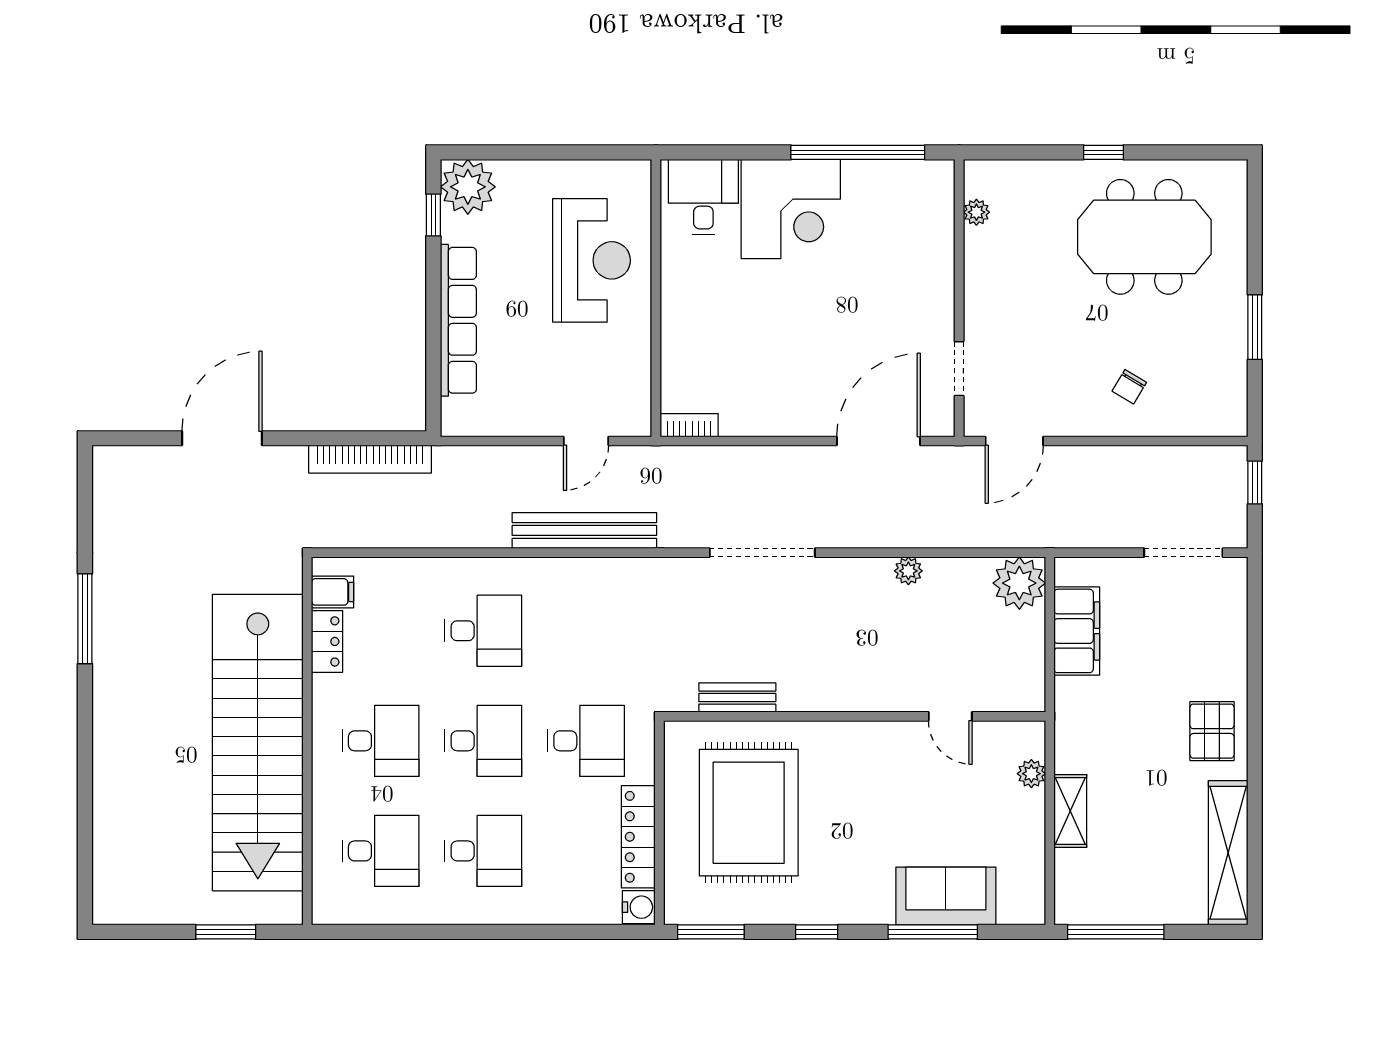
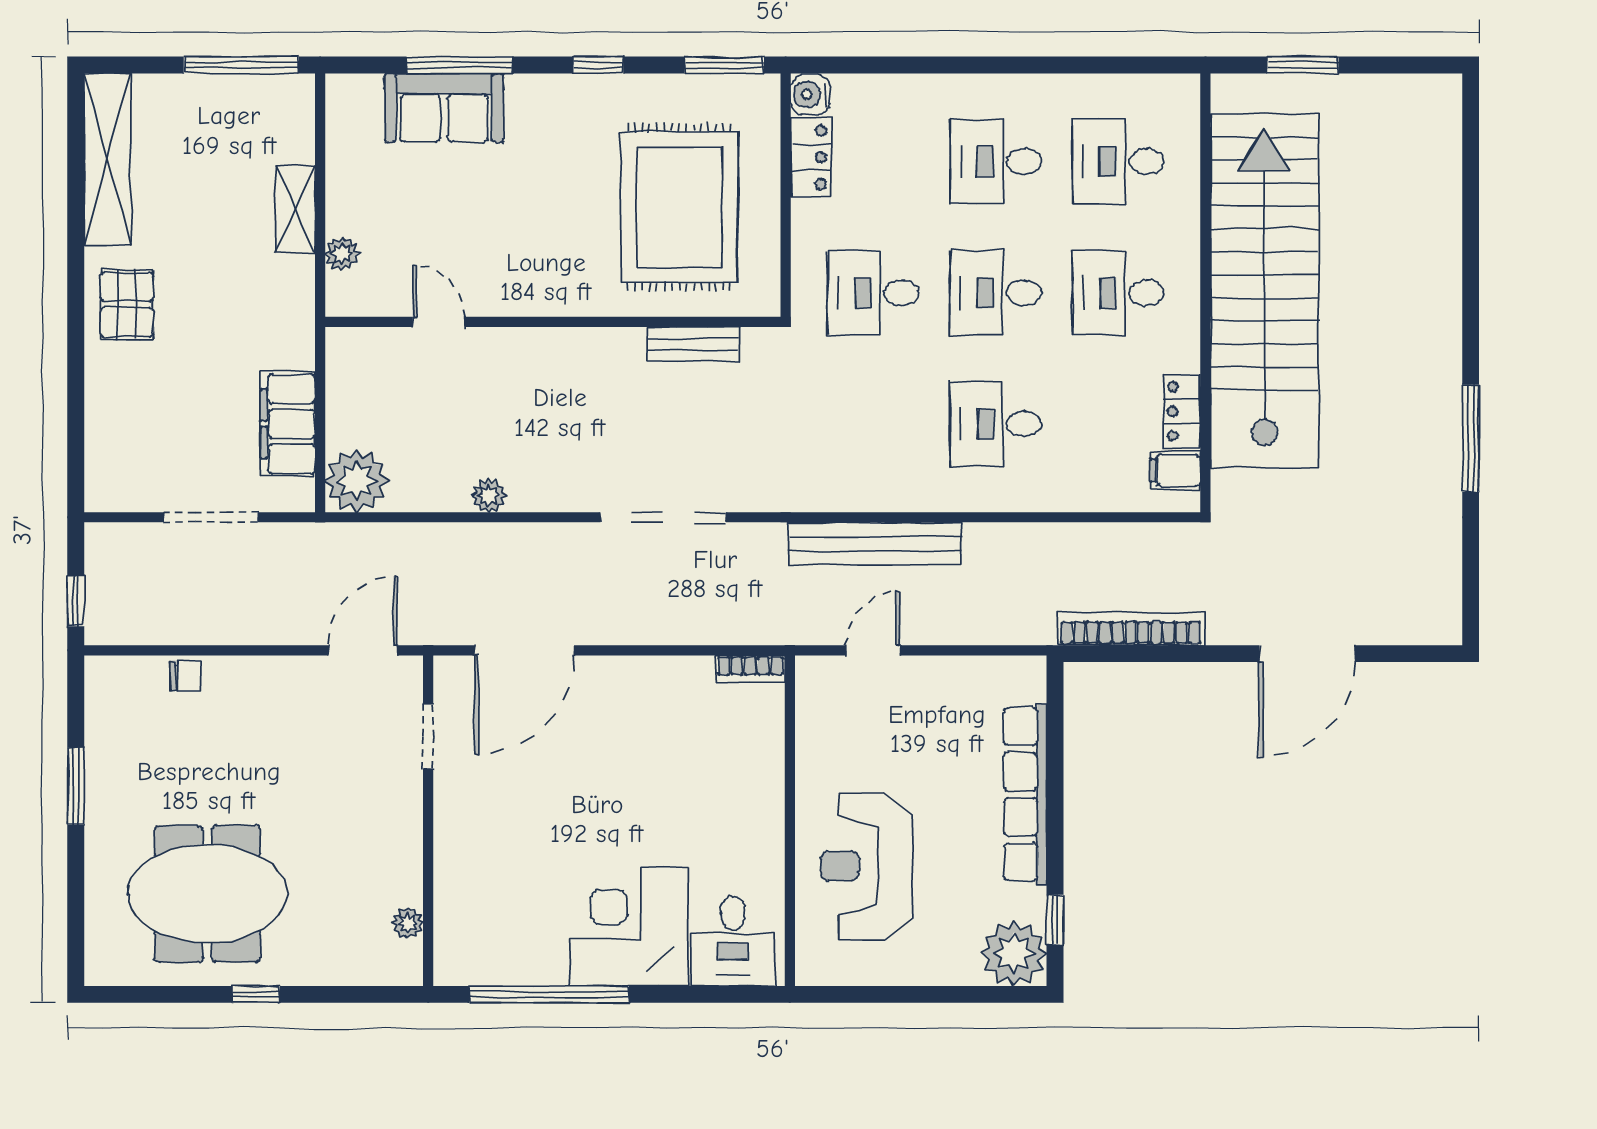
chair: (1129, 387) -> (186, 676), moved, turned 59
doorway: (1183, 553) -> (211, 517), moved
locker: (638, 837) -> (811, 157), width x0.66

